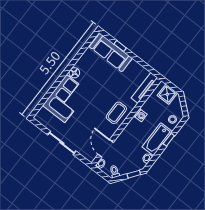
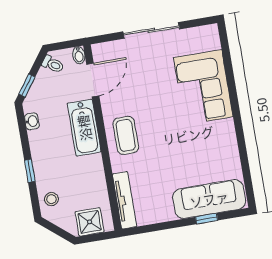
floor lamp: (74, 73) -> (226, 129), removed
washing machine: (140, 115) -> (94, 163), removed
bathtub: (157, 139) -> (84, 128), moved, turned 180
door: (106, 148) -> (93, 80), hinge flipped

